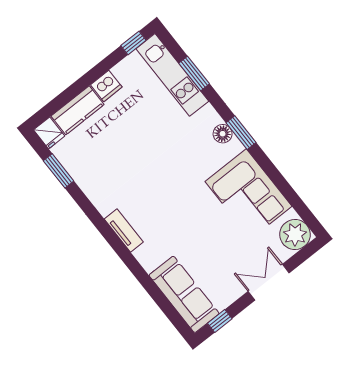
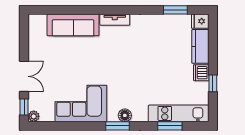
window: (133, 43) -> (213, 83), moved
plant: (295, 235) -> (34, 116), width x0.53, depth x0.53
sofa: (184, 294) -> (73, 25), moved
window: (220, 321) -> (24, 107), moved

